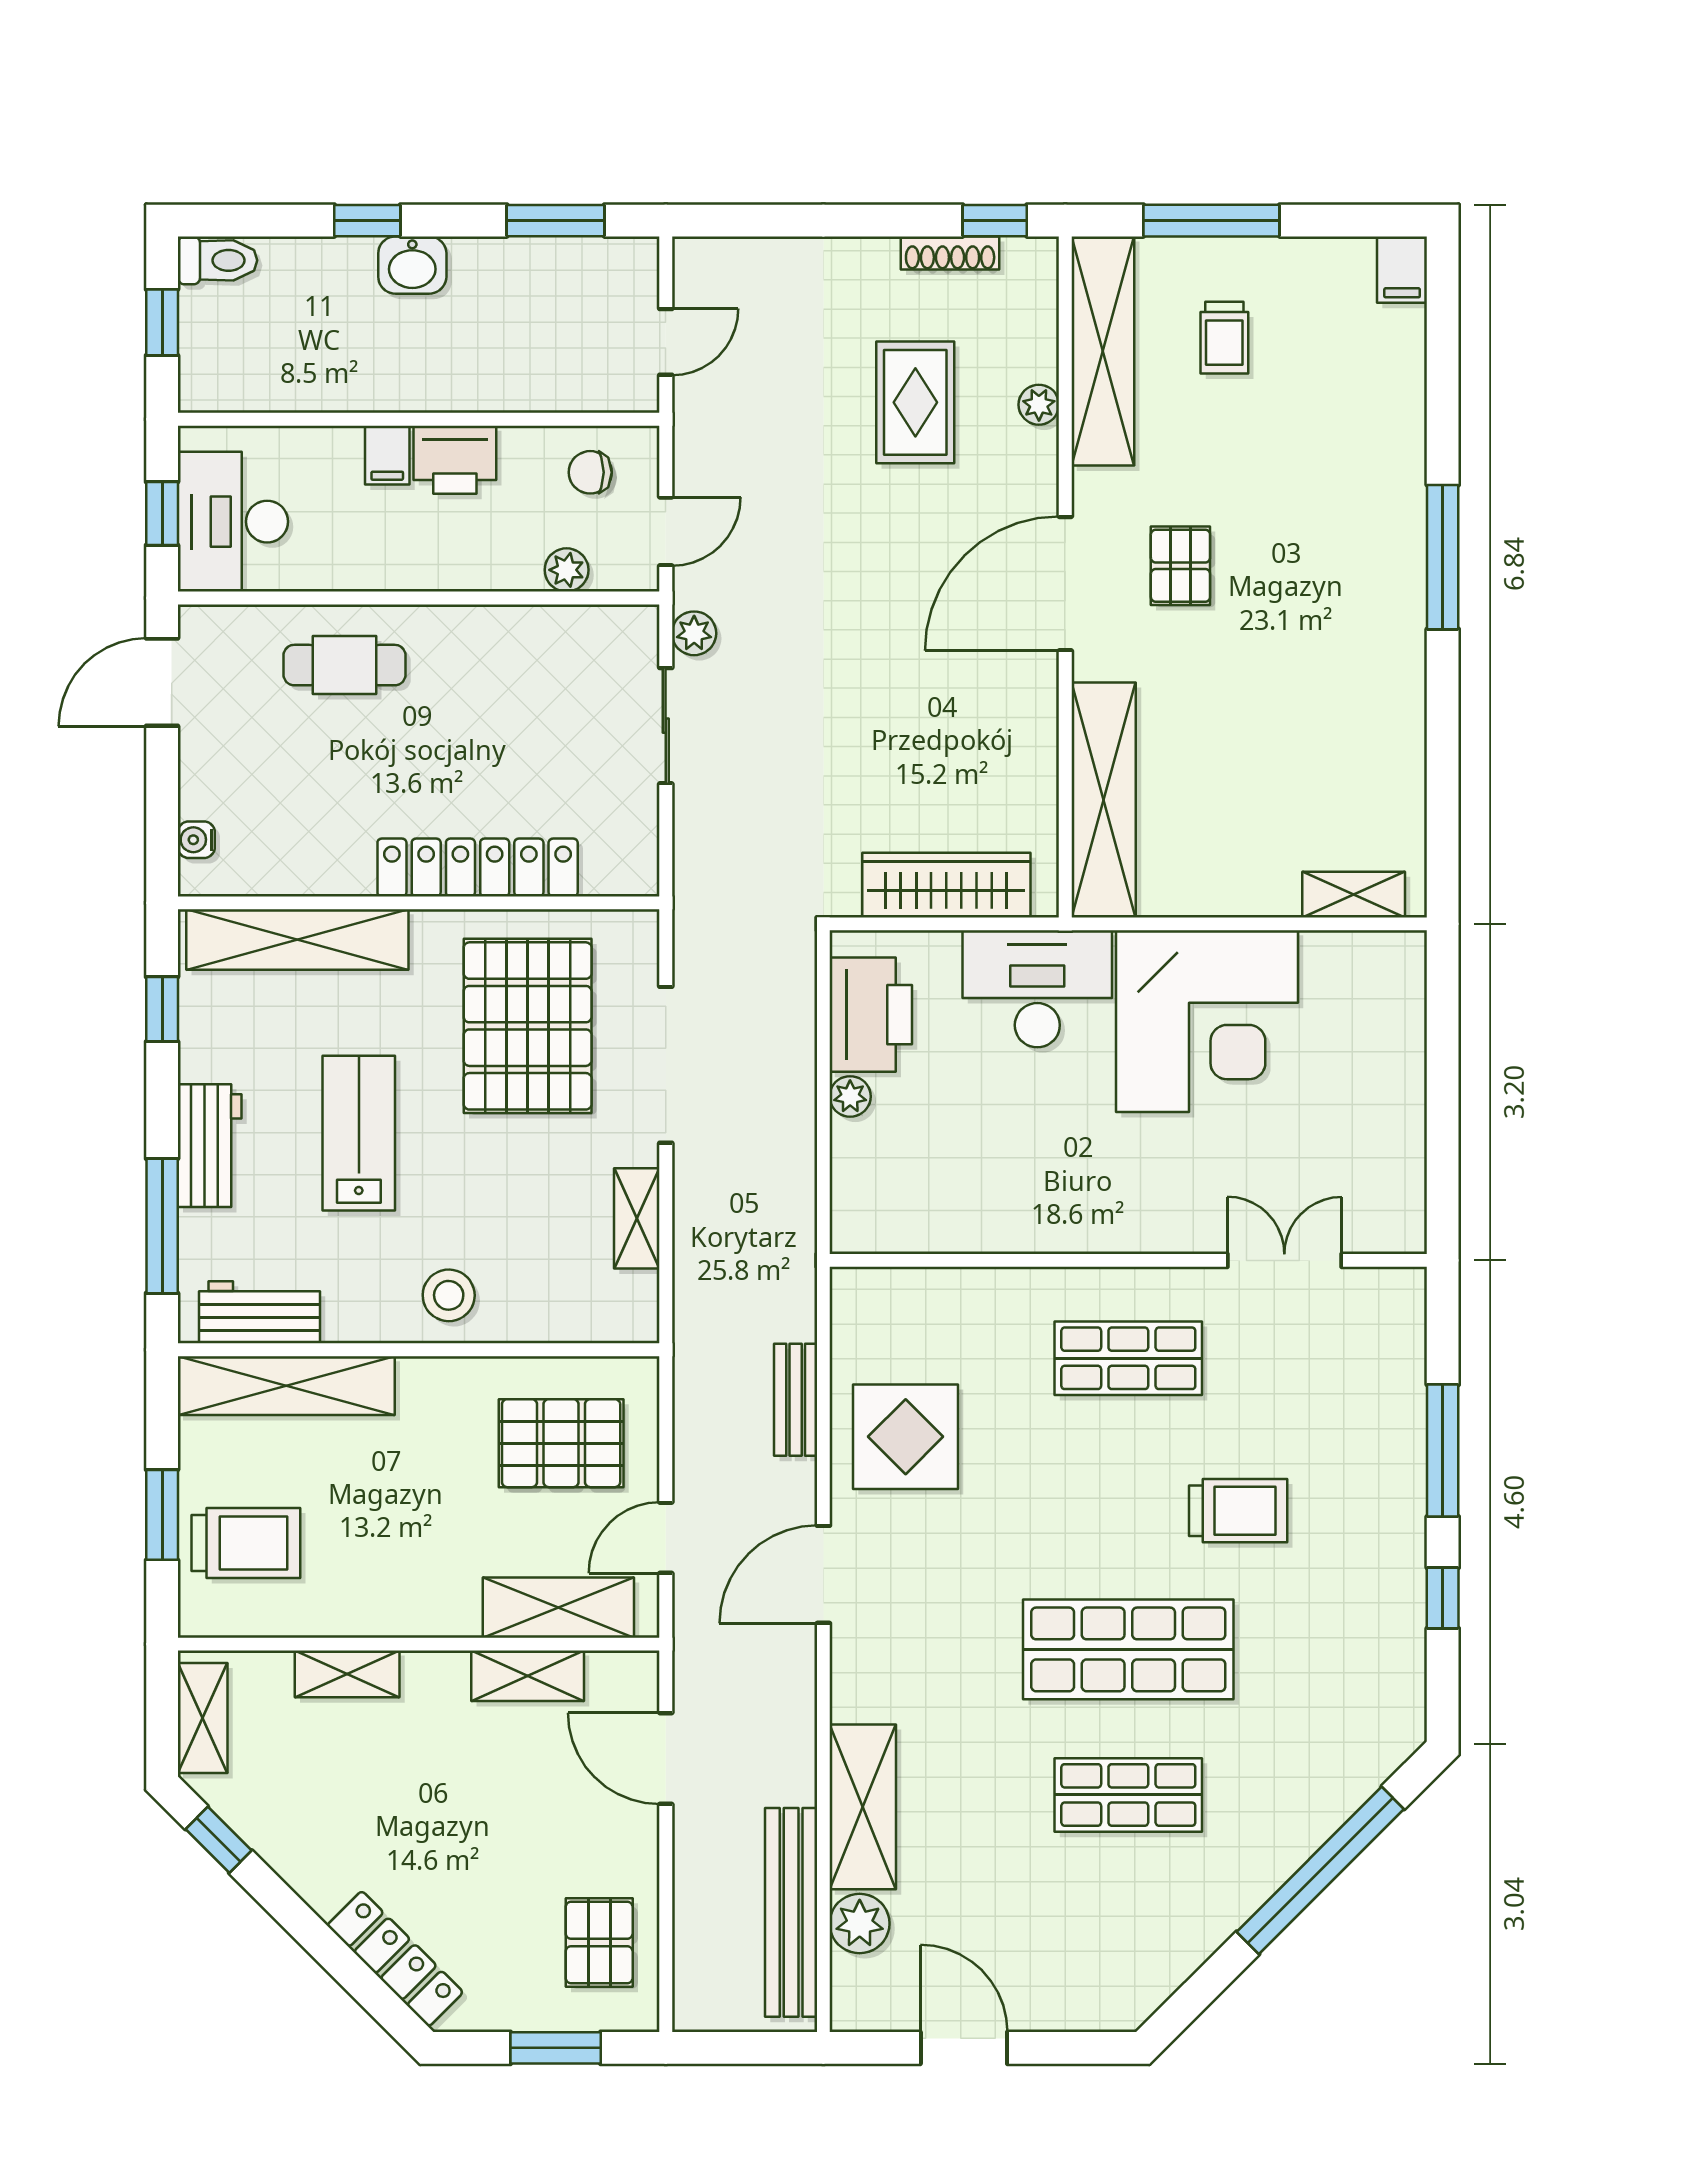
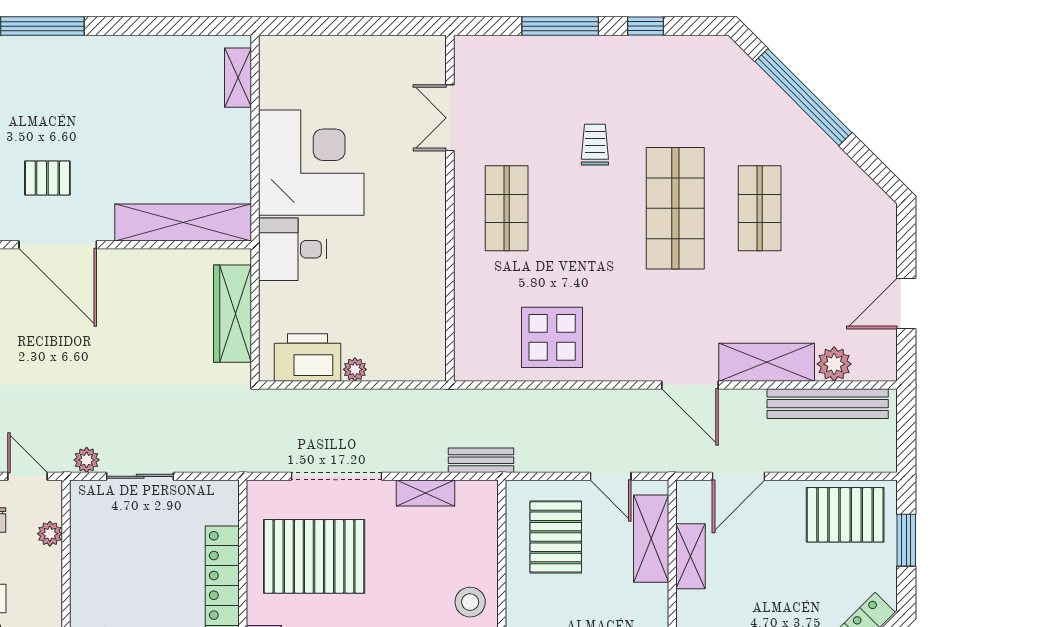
desk: (1037, 989) -> (293, 249), width x0.73
bench: (796, 1400) -> (481, 460), moved
trolley: (1238, 1511) -> (595, 145), width x0.73, depth x0.72
door: (823, 1574) -> (690, 385), moved
pallet: (599, 1943) -> (845, 515), width x1.50, depth x1.42

